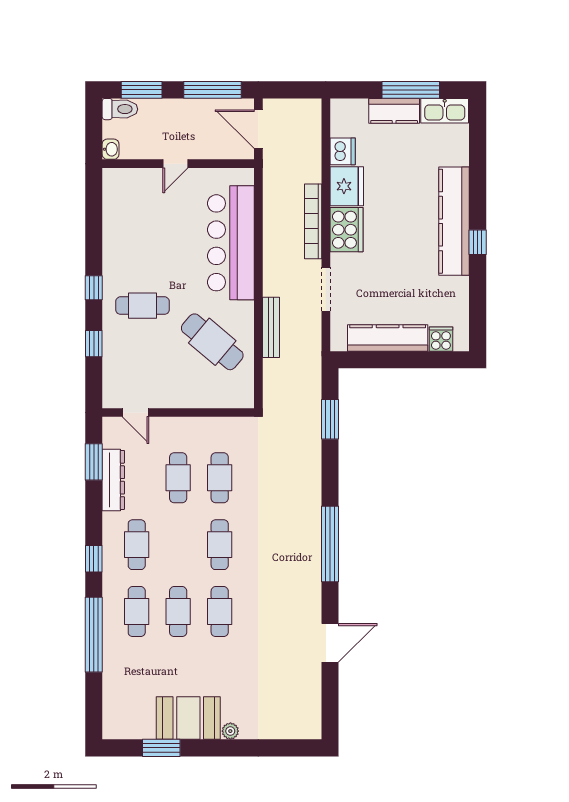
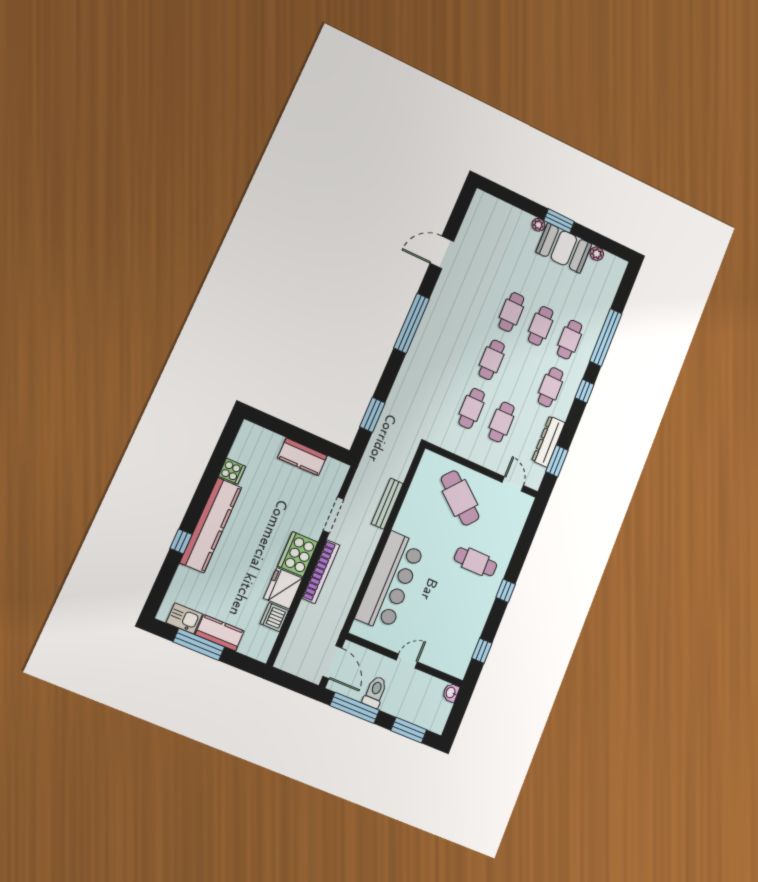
toilet: (120, 109) -> (375, 692), moved, turned 90
kitchen sink: (445, 111) -> (184, 618), width x0.73
window: (478, 242) -> (181, 541), moved
kitchen counter: (388, 338) -> (302, 457), width x0.67
cooker: (441, 339) -> (232, 471), moved, turned -90
cafe table: (212, 342) -> (460, 498), moved
window: (94, 344) -> (482, 651), moved
plant: (146, 730) -> (597, 254), added
window: (161, 748) -> (559, 221), moved

